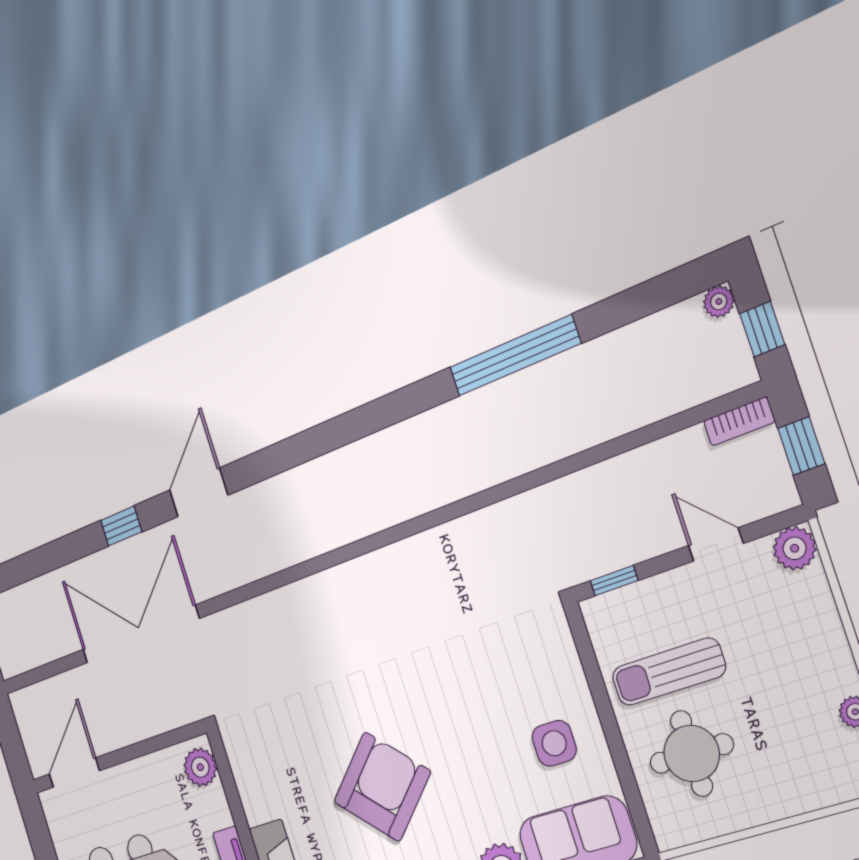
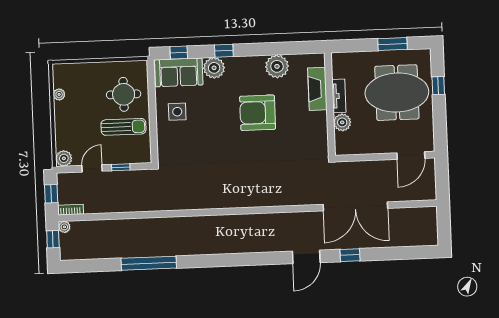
plant: (719, 301) -> (64, 227), moved
door: (716, 544) -> (92, 168), swing flipped
window: (614, 581) -> (121, 167), moved
plant: (200, 767) -> (342, 122), moved
armchair: (382, 787) -> (258, 113), turned 45

